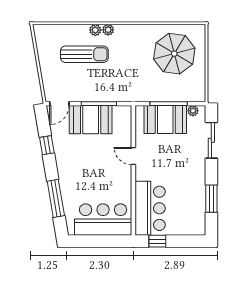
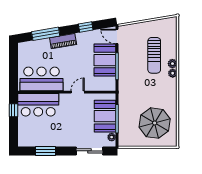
piano: (65, 175) -> (63, 41), added
bar counter: (103, 220) -> (42, 79), moved, turned -90

